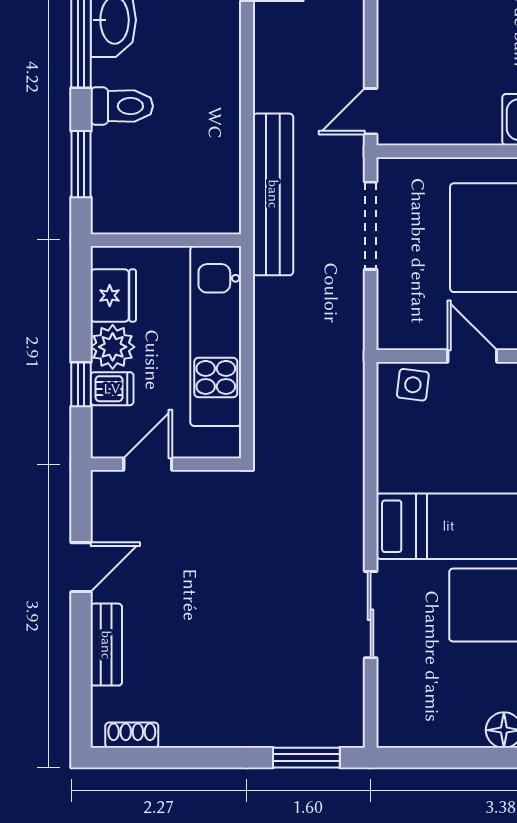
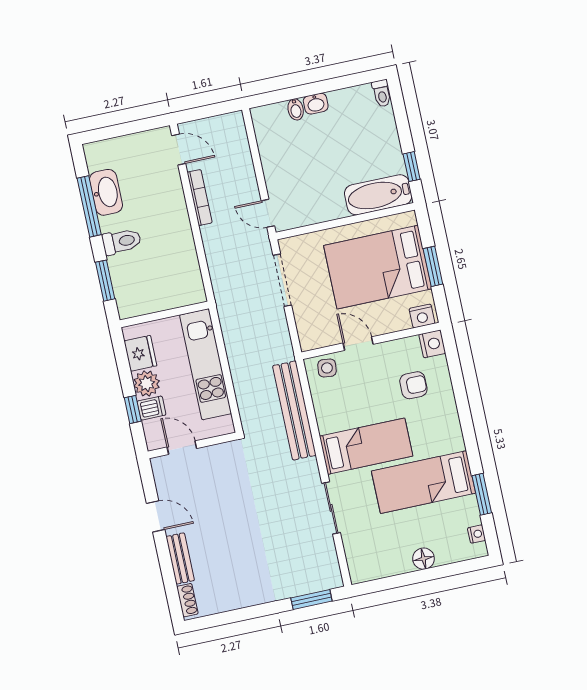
bookcase: (265, 62) -> (200, 198), added
door: (371, 111) -> (268, 213), hinge flipped
bench: (273, 194) -> (294, 410), moved
door: (148, 464) -> (182, 448), hinge flipped
door: (81, 567) -> (156, 516), hinge flipped
shoe rack: (132, 735) -> (187, 600), moved, turned 90

